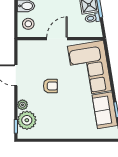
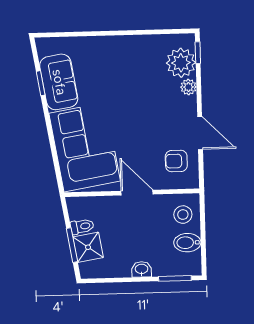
door: (57, 39) -> (137, 193), swing flipped
armchair: (50, 86) -> (176, 161), moved

